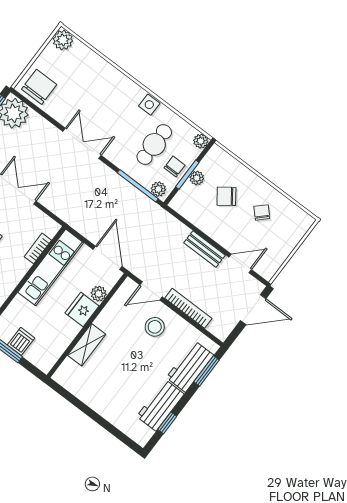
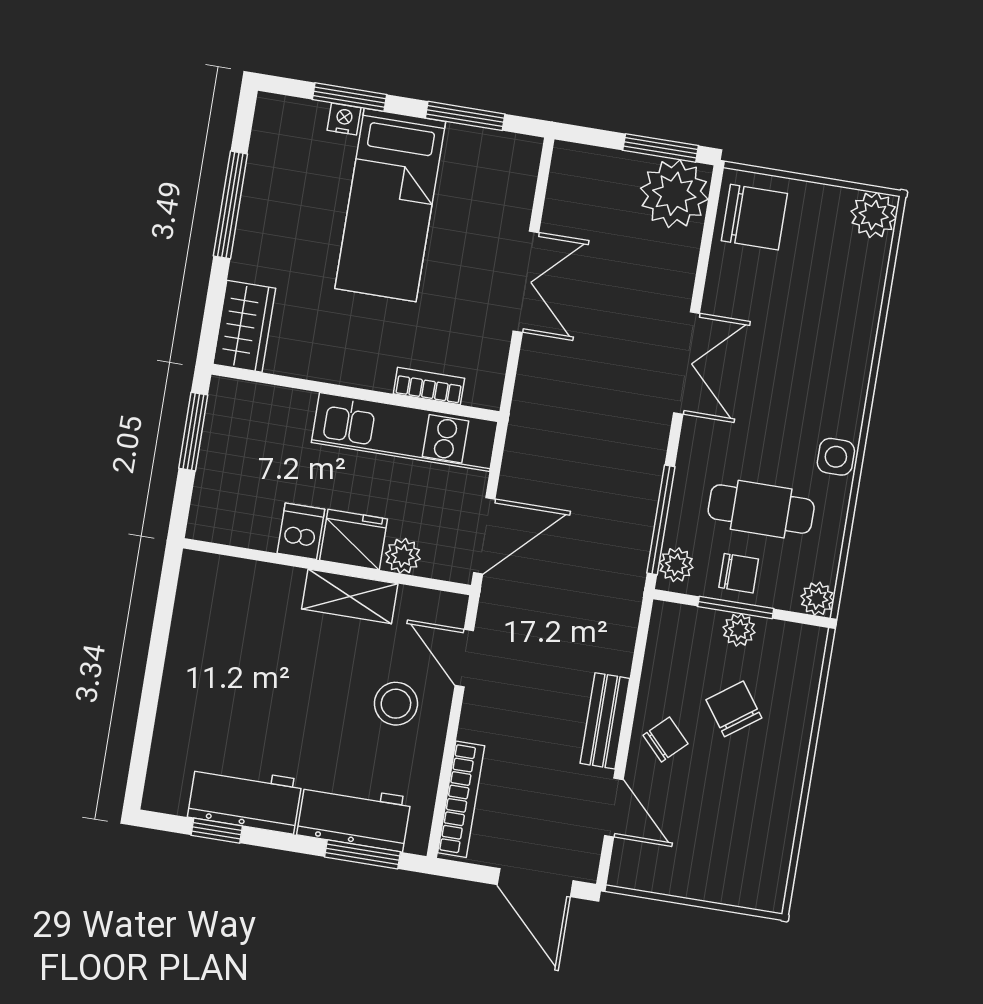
chair: (262, 212) -> (665, 740), moved
bookcase: (188, 308) -> (461, 799), moved
dishwasher: (21, 341) -> (301, 531), moved, turned -90
shelving: (87, 345) -> (350, 596), moved

